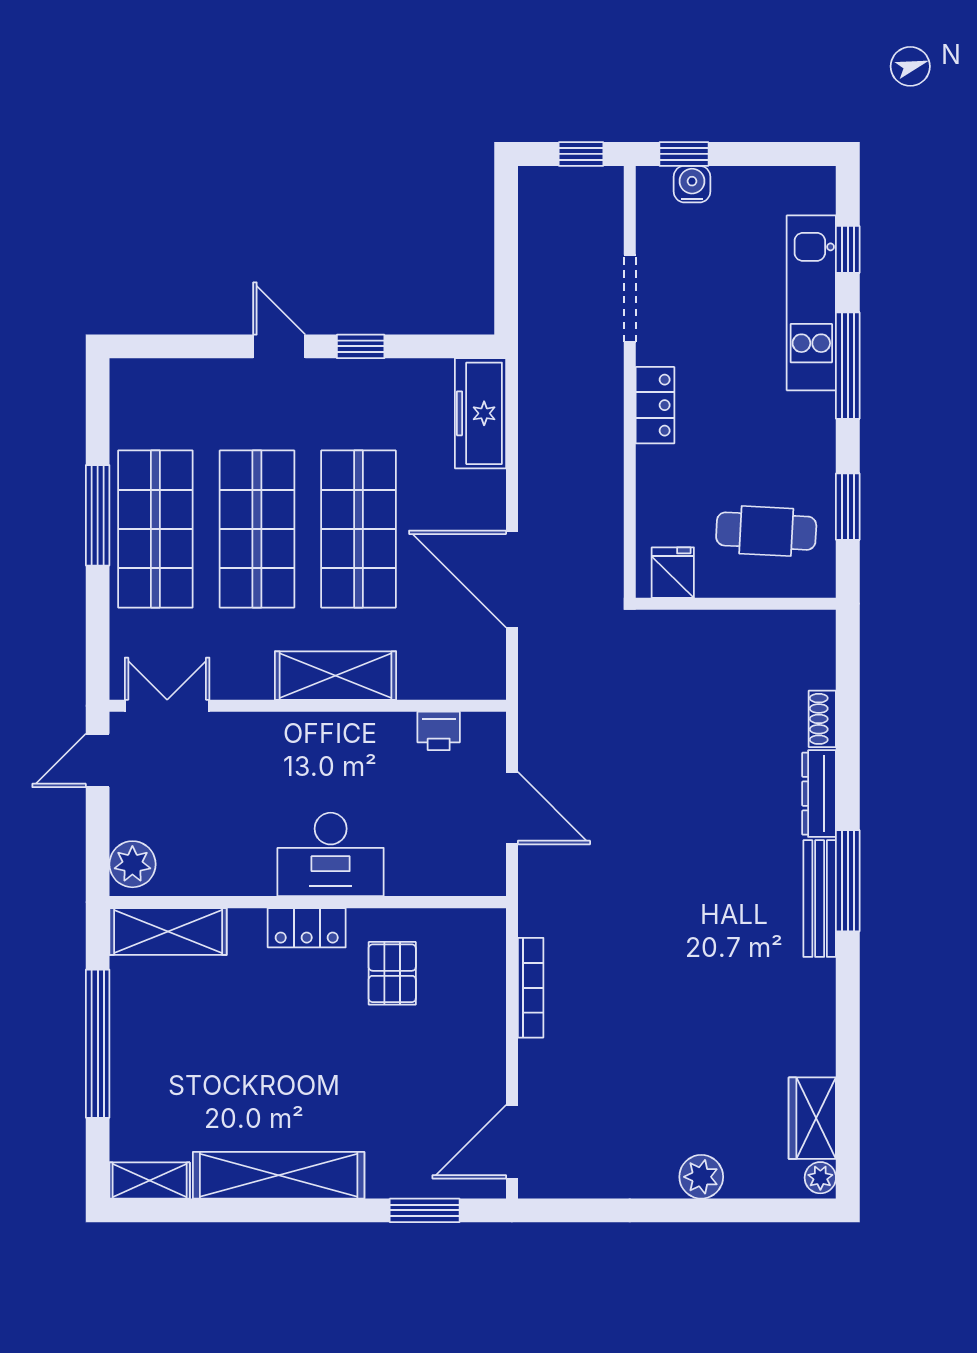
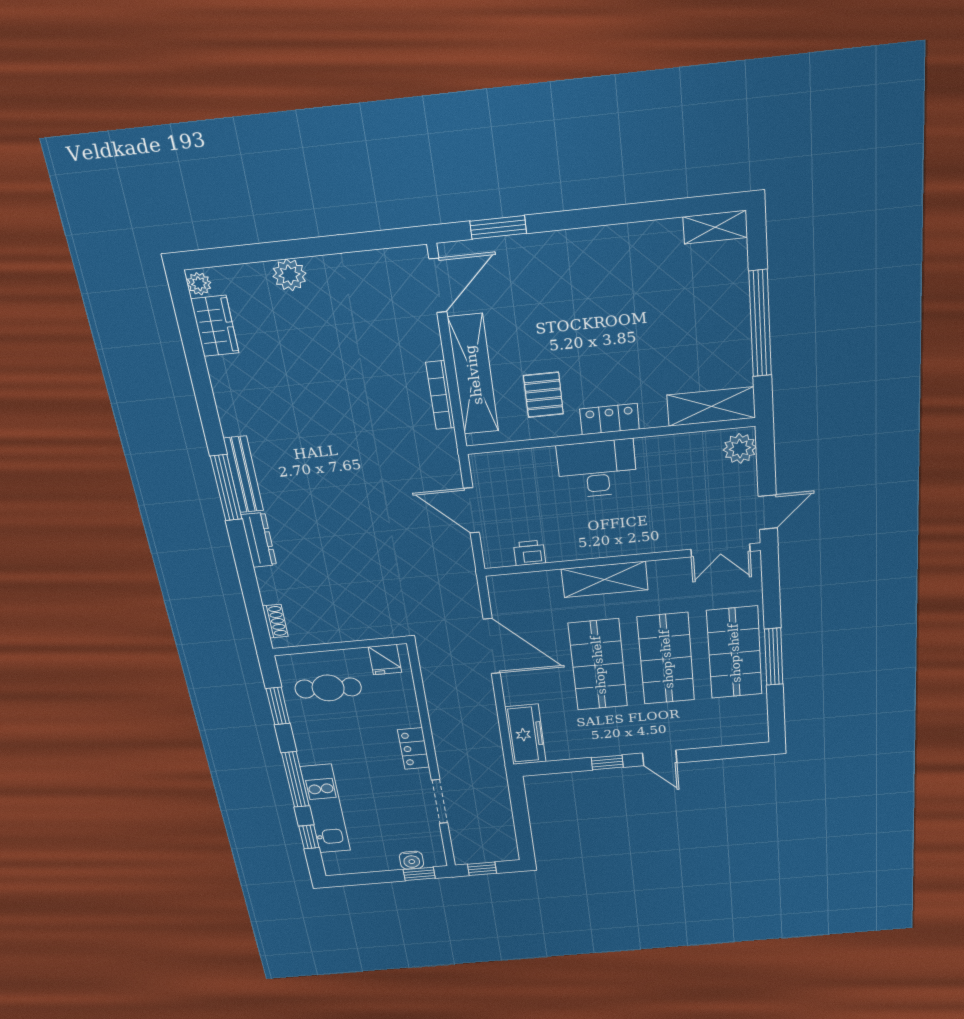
shoe rack: (822, 719) -> (275, 621), moved
shelving: (279, 1175) -> (473, 375), moved, turned 90

